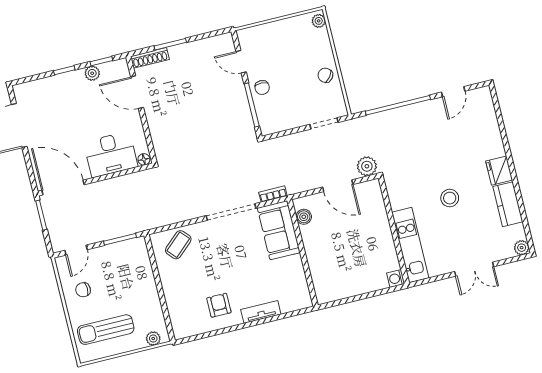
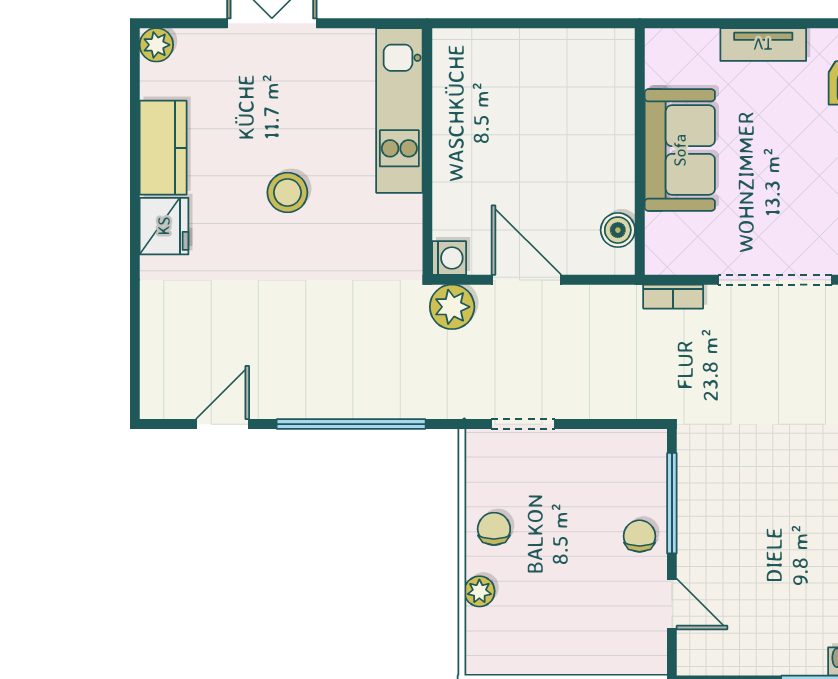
plant: (319, 21) -> (479, 591), moved
chair: (325, 75) -> (494, 529), turned -129
sofa: (279, 230) -> (680, 150), moved
washing machine: (396, 278) -> (449, 258), moved

